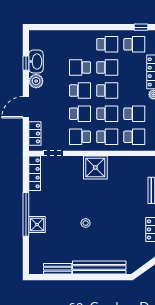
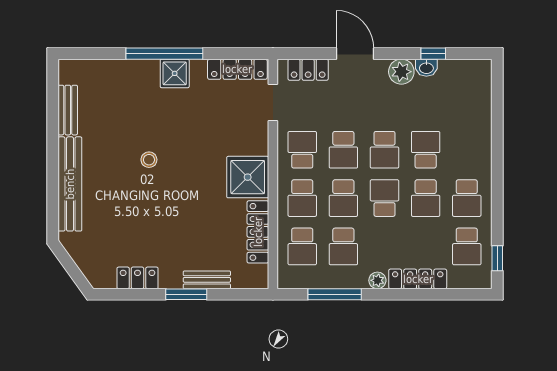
washbasin: (36, 61) -> (426, 68), width x0.52, depth x0.69
school desk: (107, 91) -> (384, 198), turned 180
locker: (126, 162) -> (258, 232), added
shower: (37, 224) -> (175, 73), moved

